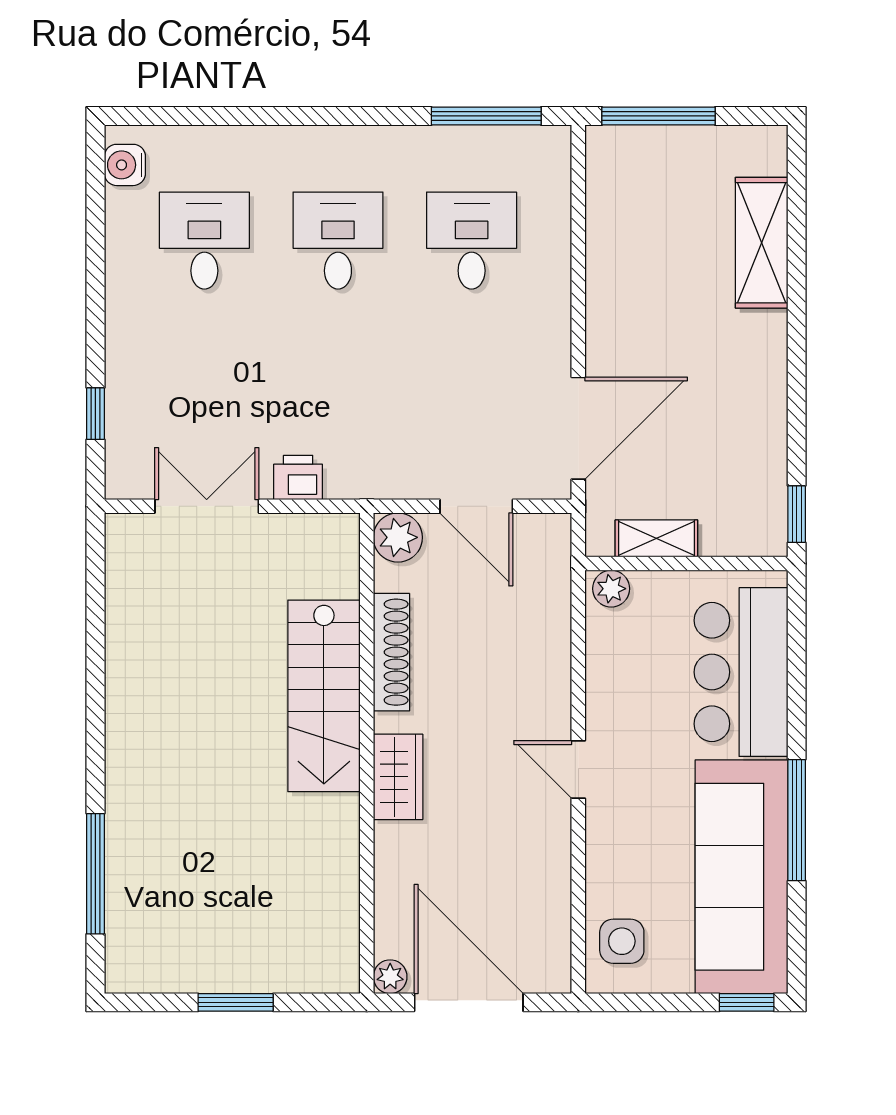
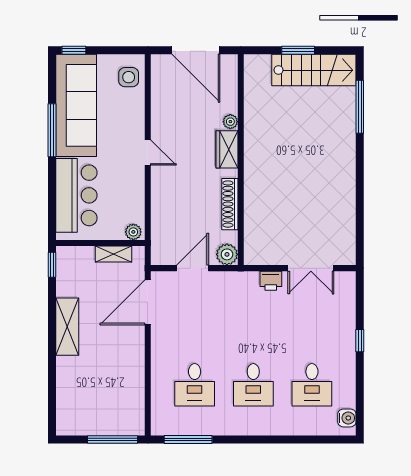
shelving: (762, 243) -> (67, 327), moved
window: (95, 414) -> (360, 341), moved
door: (476, 506) -> (193, 268), hinge flipped
stairs: (324, 696) -> (314, 70), moved, turned 90
plant: (390, 977) -> (230, 122), moved

